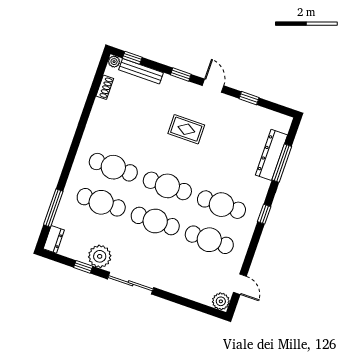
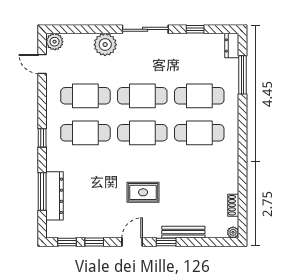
window: (132, 58) -> (67, 242), moved
bench: (141, 71) -> (183, 232), moved
door: (213, 86) -> (132, 242), swing flipped
plant: (100, 256) -> (105, 45), moved

